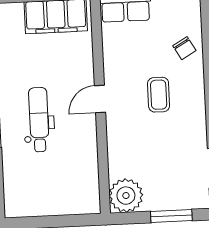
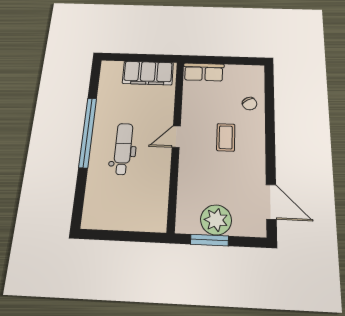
plant: (126, 196) -> (216, 220), moved
window: (171, 216) -> (209, 240), moved

